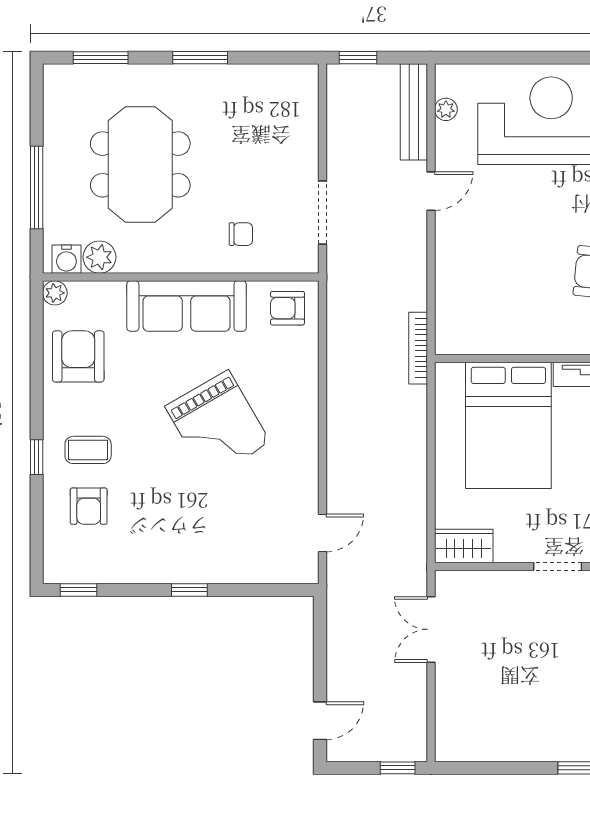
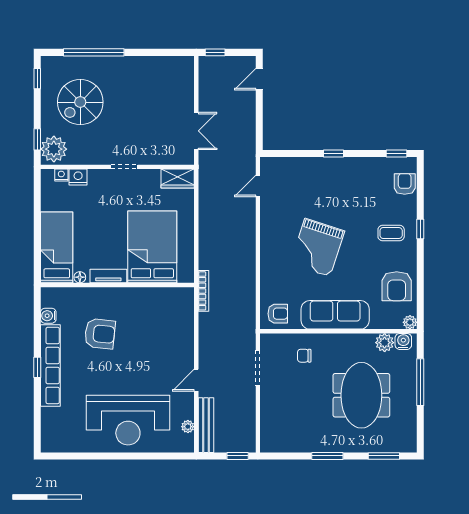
grand piano: (218, 425) -> (317, 247), turned -132
armchair: (89, 506) -> (405, 184), moved

